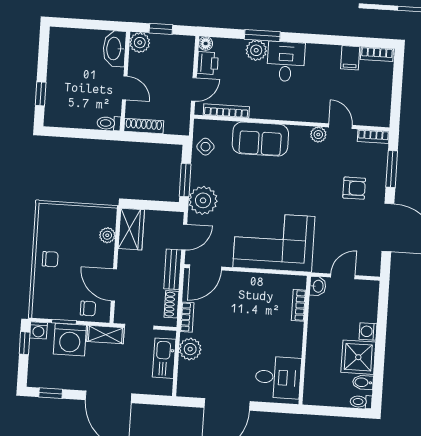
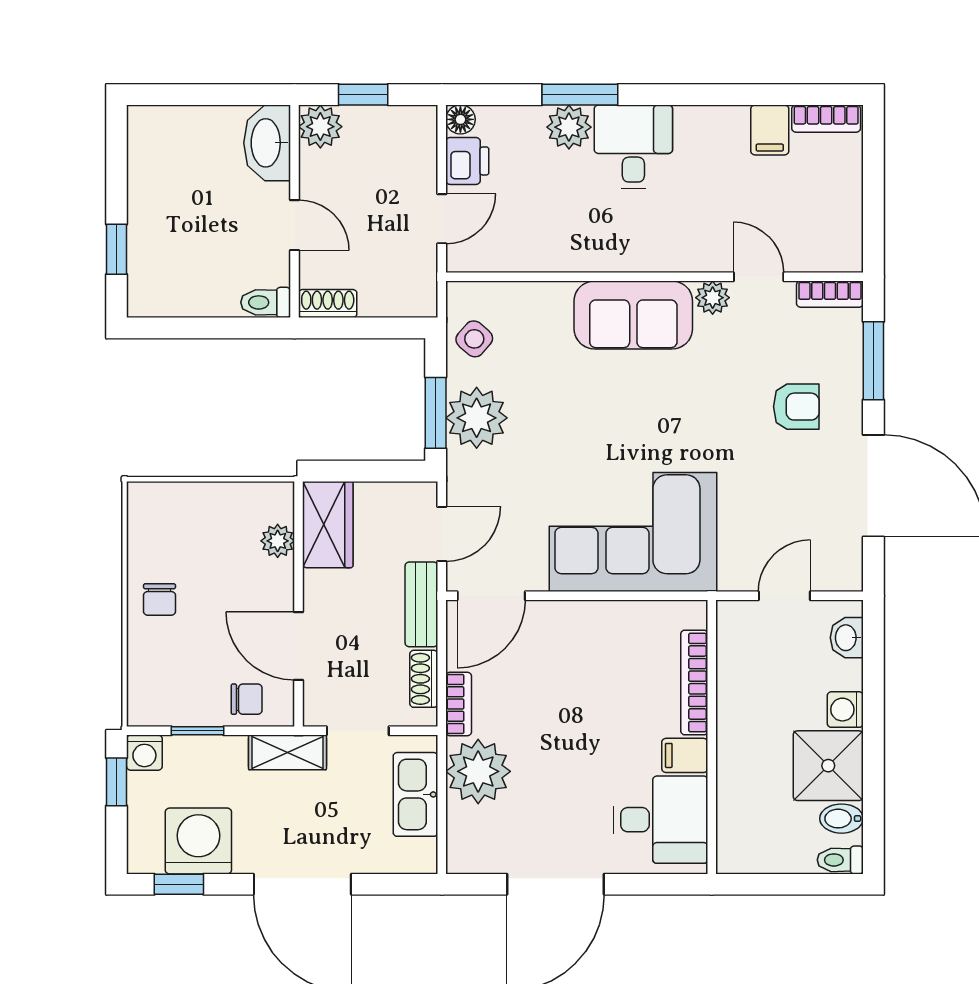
bookcase: (226, 111) -> (514, 260), removed
shoe rack: (144, 126) -> (328, 303), width x0.70
sofa: (260, 139) -> (633, 315), moved
plant: (203, 200) -> (477, 418), moved
chair: (50, 259) -> (159, 600), turned 90
washbasin: (318, 286) -> (847, 638), moved, turned 180
bookcase: (299, 305) -> (694, 682), width x1.56
washing machine: (70, 340) -> (198, 841), moved, turned 180
filing cabinet: (291, 348) -> (685, 755), added
plant: (190, 349) -> (478, 771), width x1.36, depth x1.36

